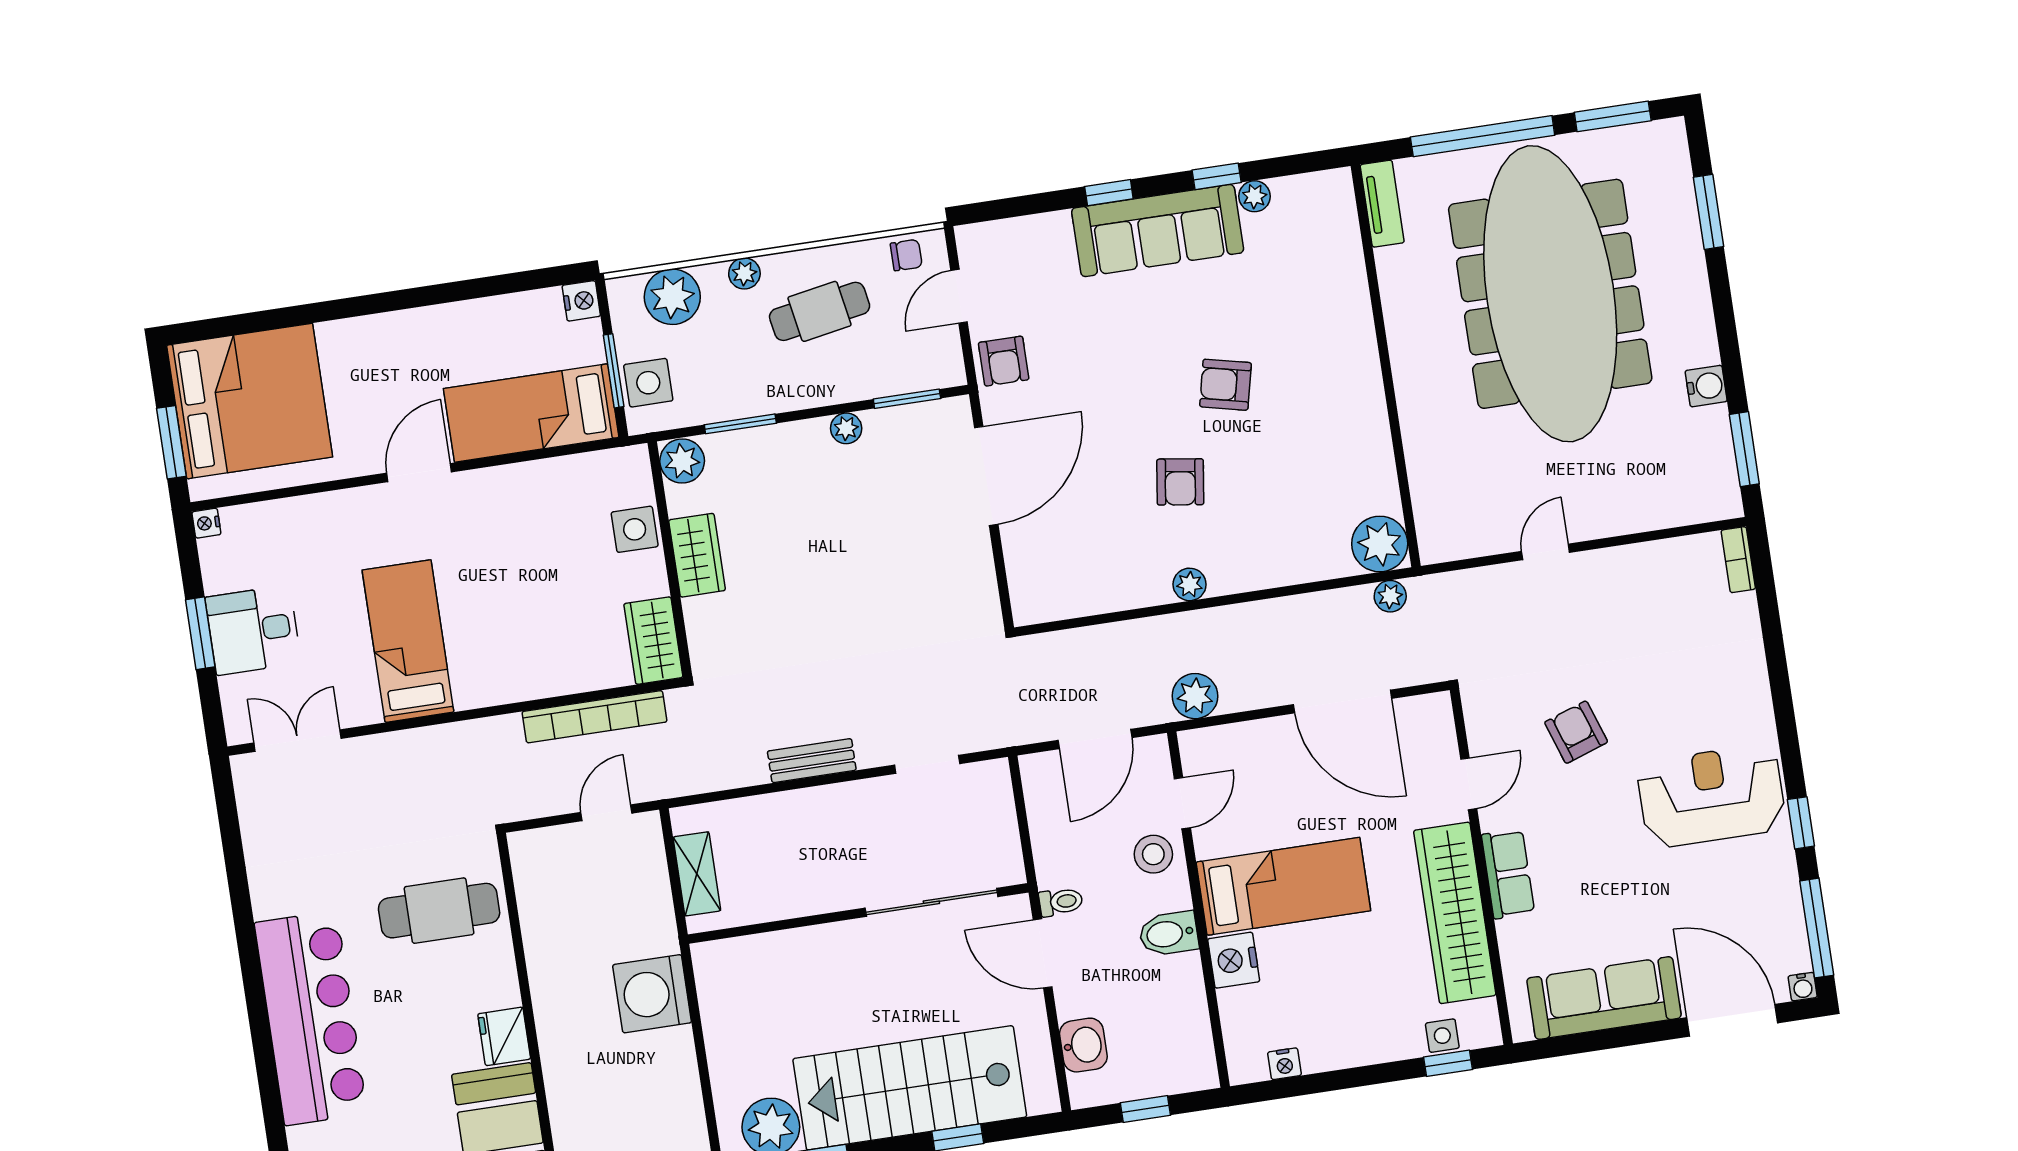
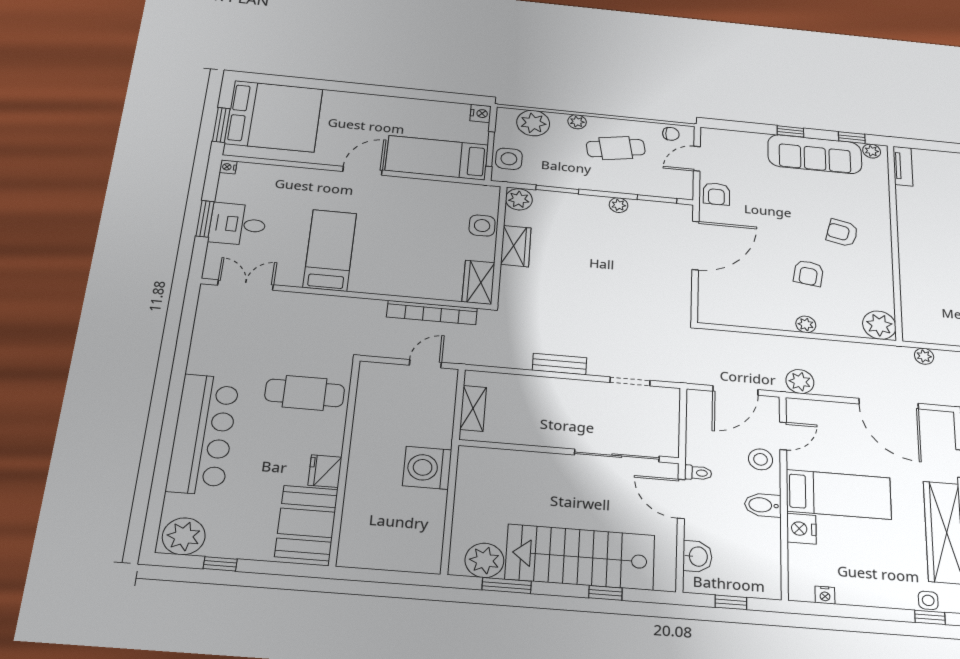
tv unit: (1382, 204) -> (903, 166), moved
wall: (1386, 366) -> (895, 240), moved
plant: (1380, 544) -> (879, 325), moved

